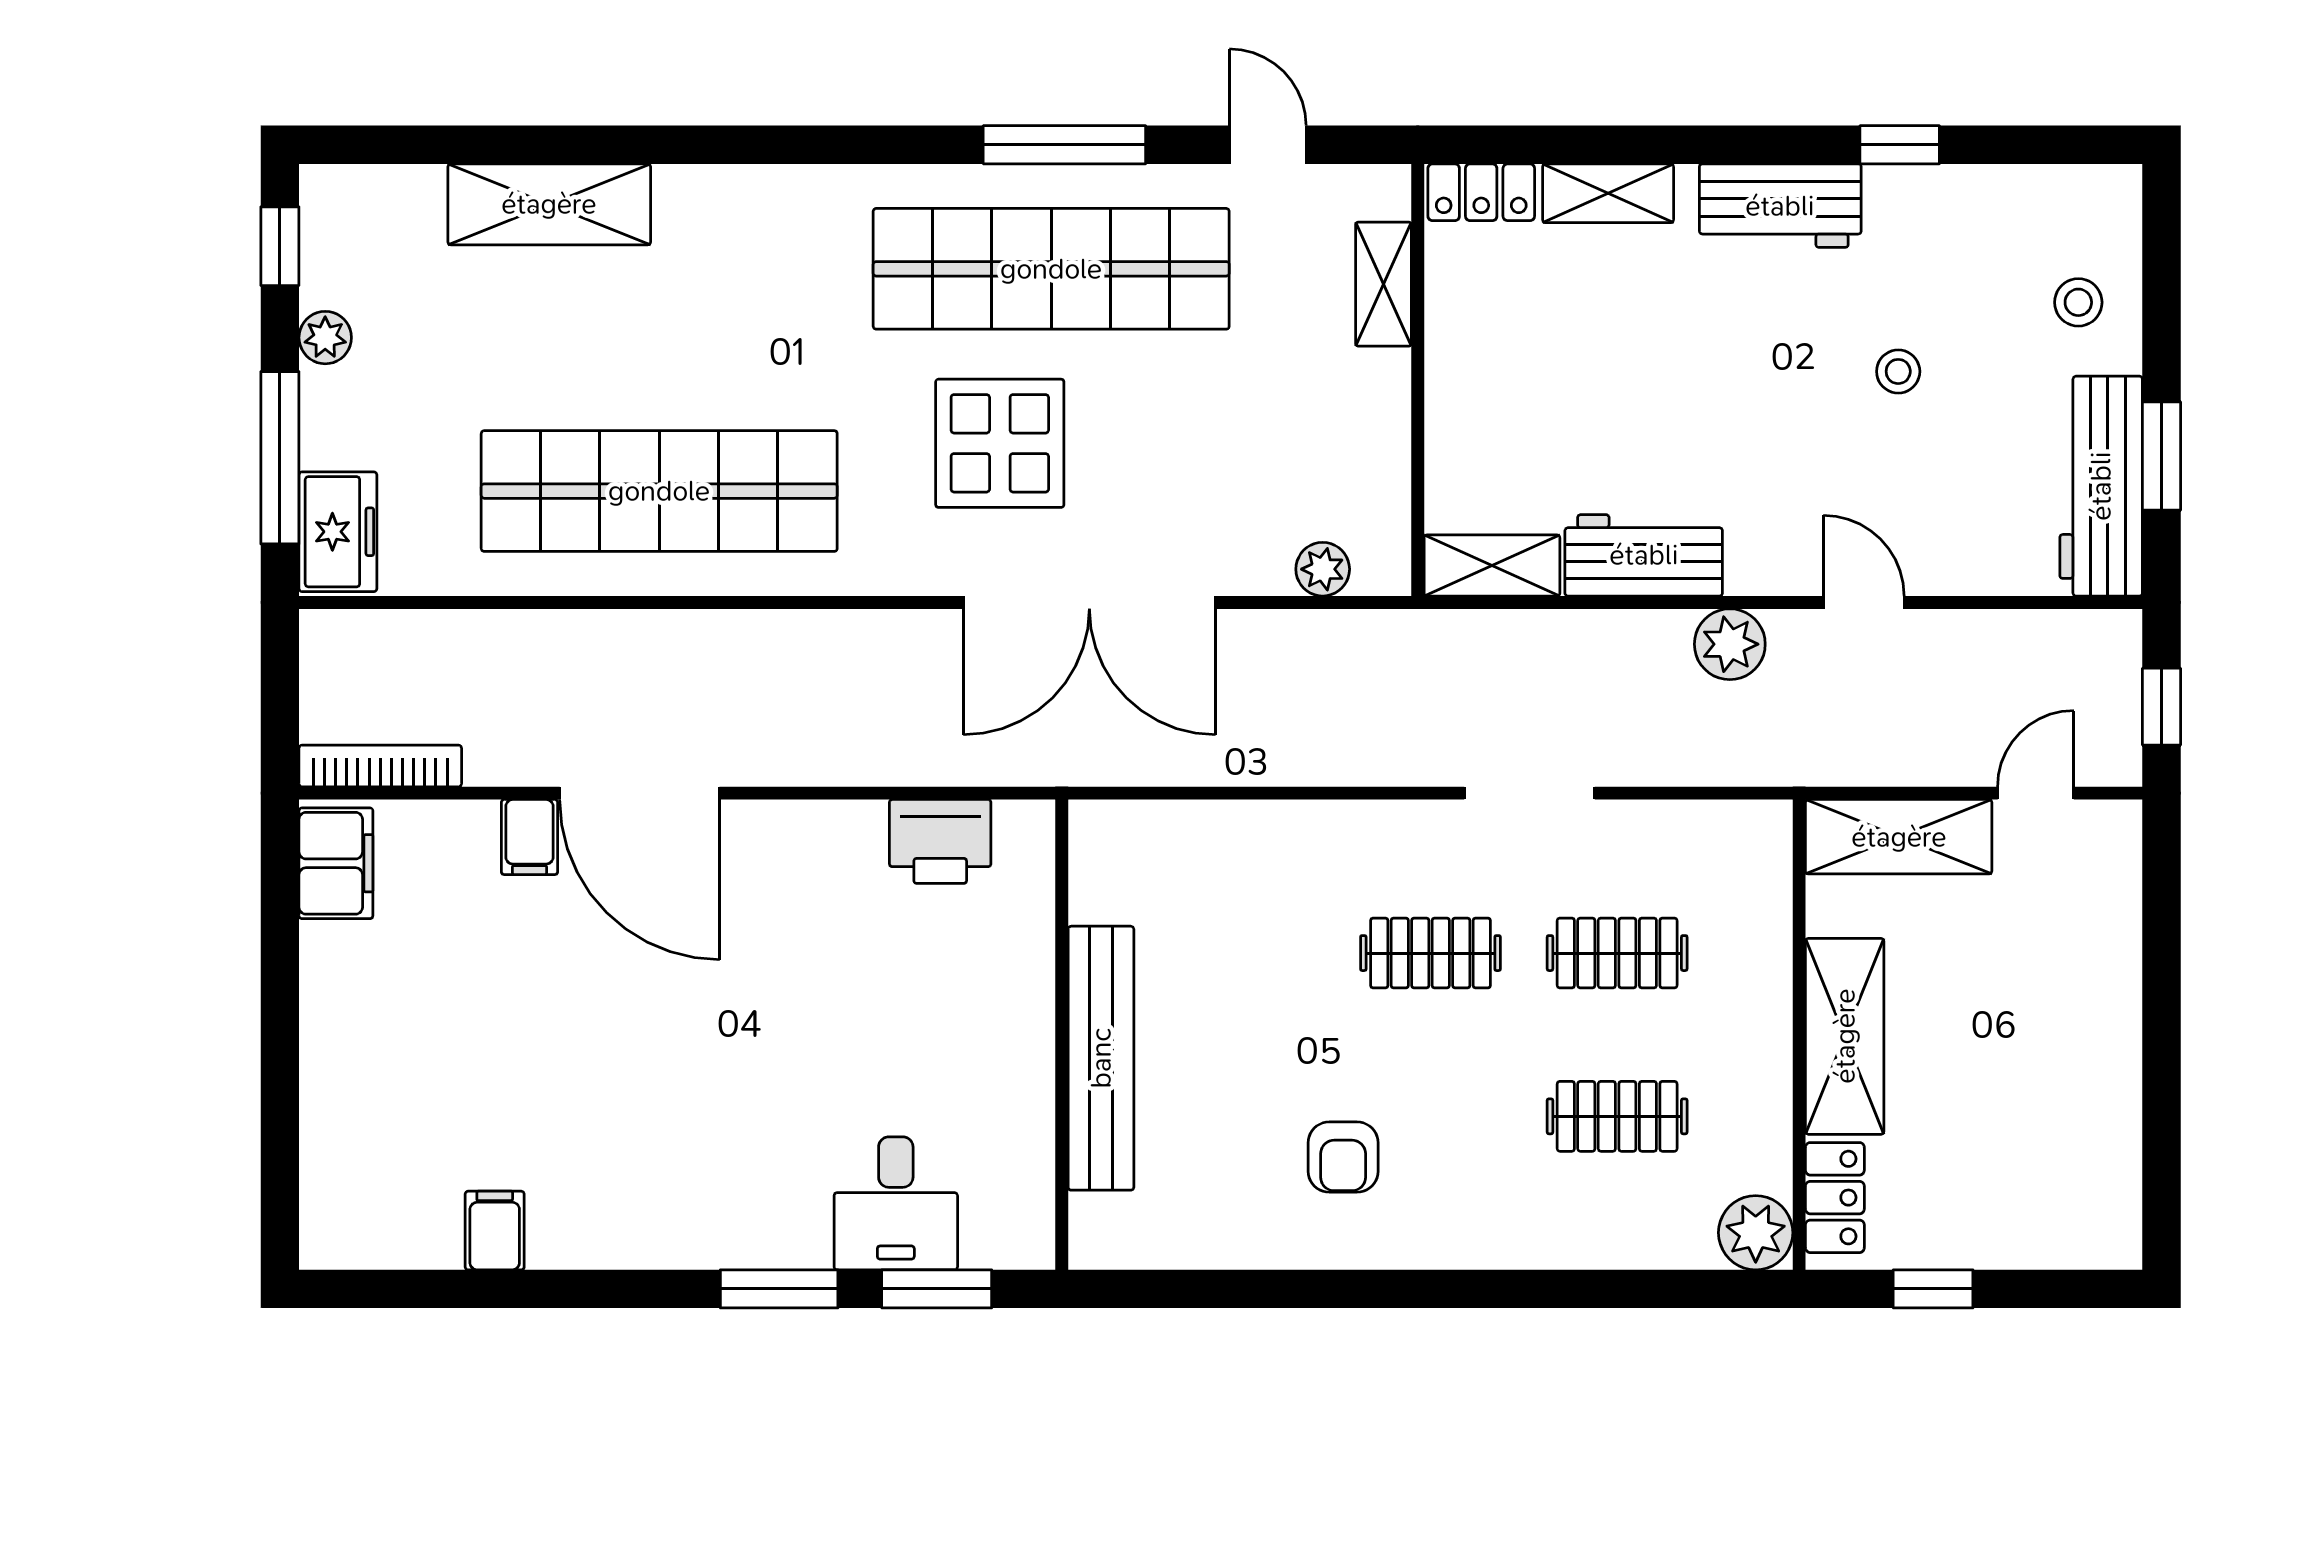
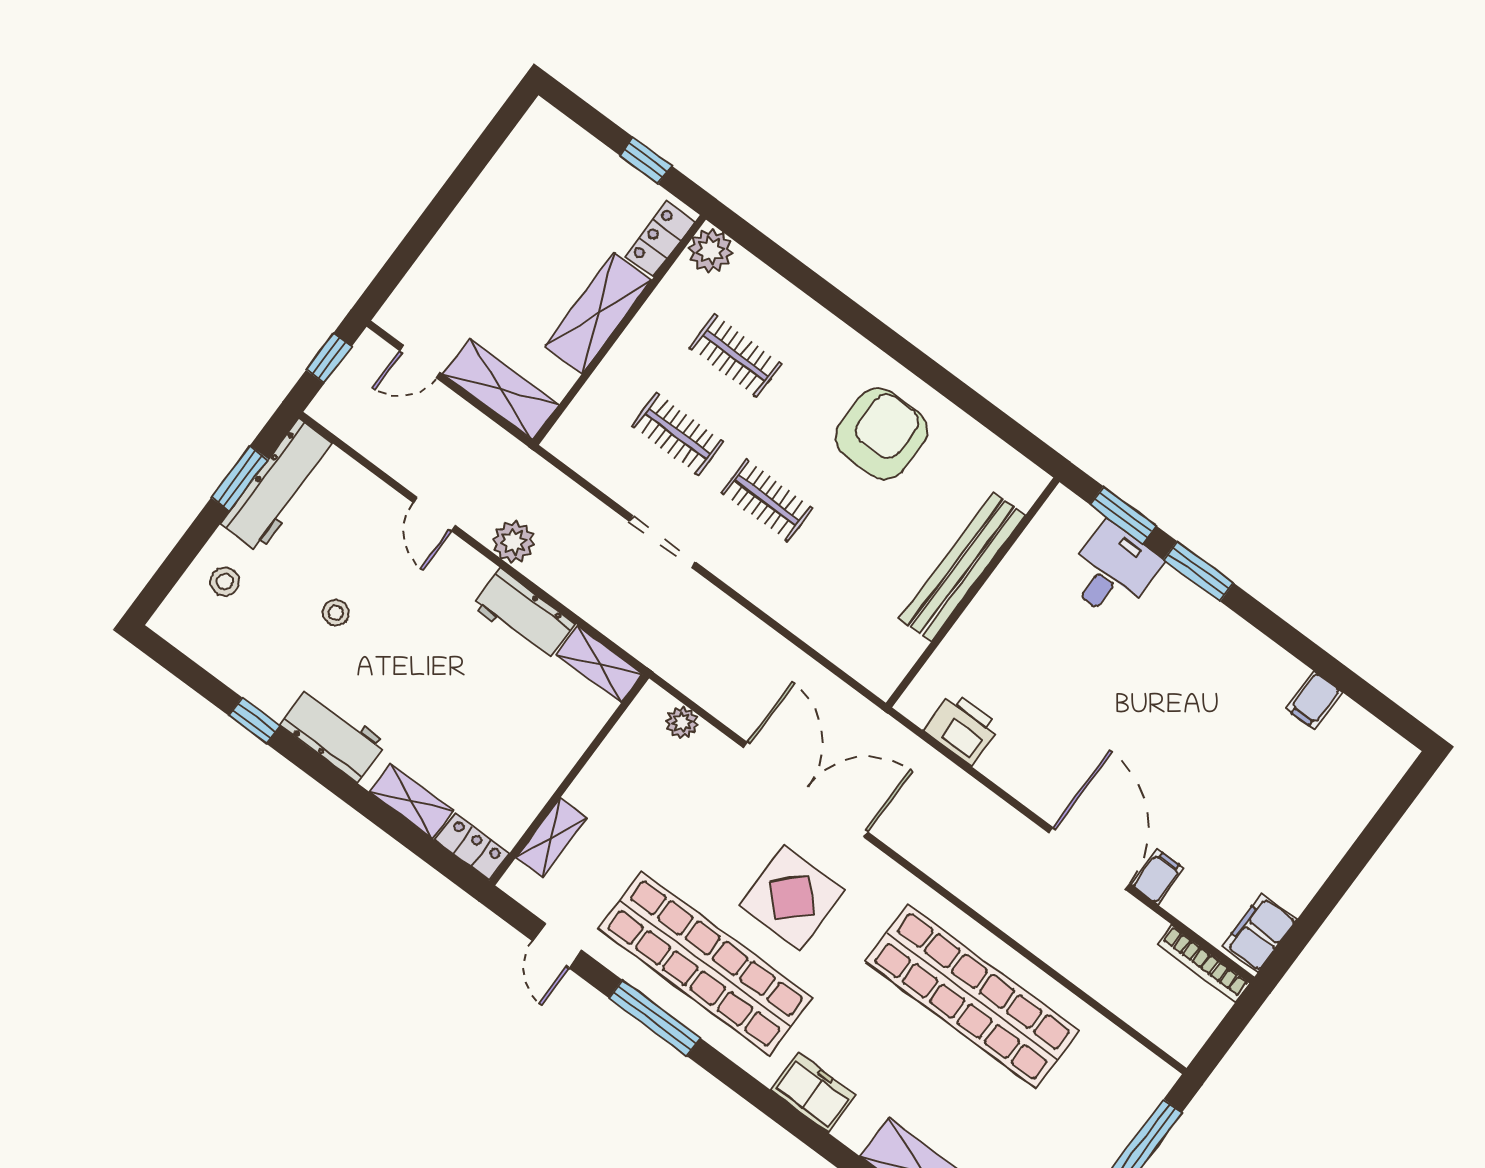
freezer: (338, 532) -> (813, 1093), moved, turned 90
armchair: (1343, 1157) -> (881, 434), width x1.88, depth x1.88

